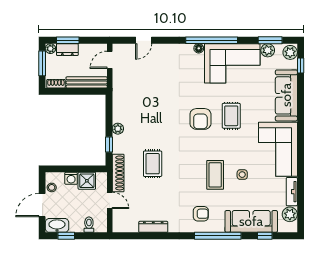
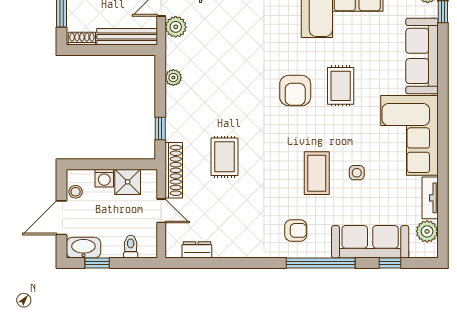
plant: (119, 76) -> (176, 27), added
plant: (118, 129) -> (173, 78), moved
dresser: (153, 227) -> (197, 250), moved, width x0.70

